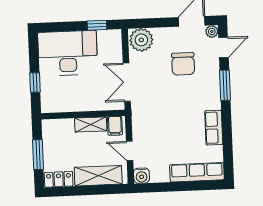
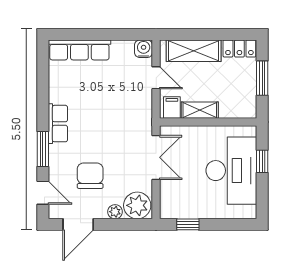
plant: (212, 31) -> (115, 212), moved
door: (223, 47) -> (43, 193), swing flipped
desk: (68, 53) -> (231, 171), moved, turned -90
row of seats: (214, 128) -> (58, 124), moved

